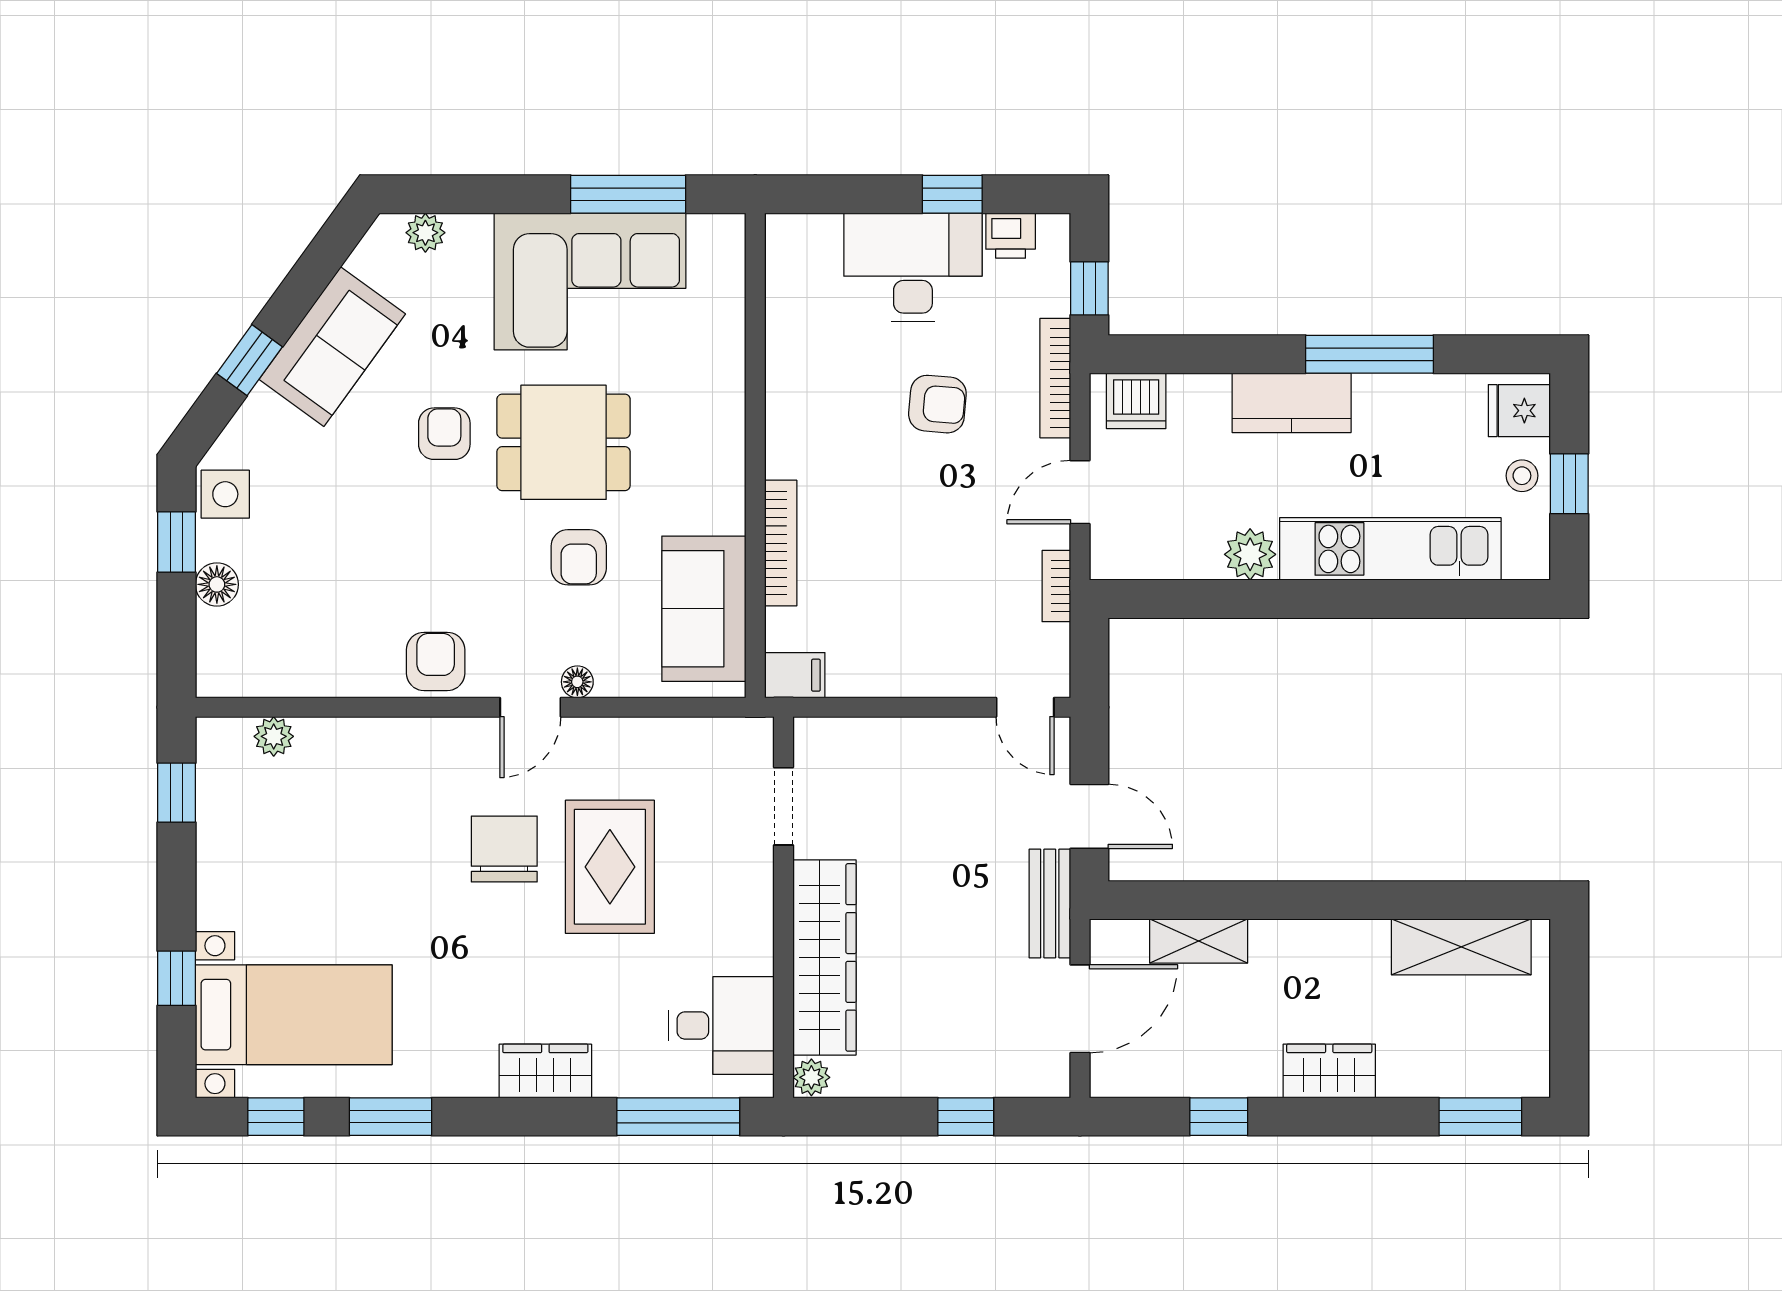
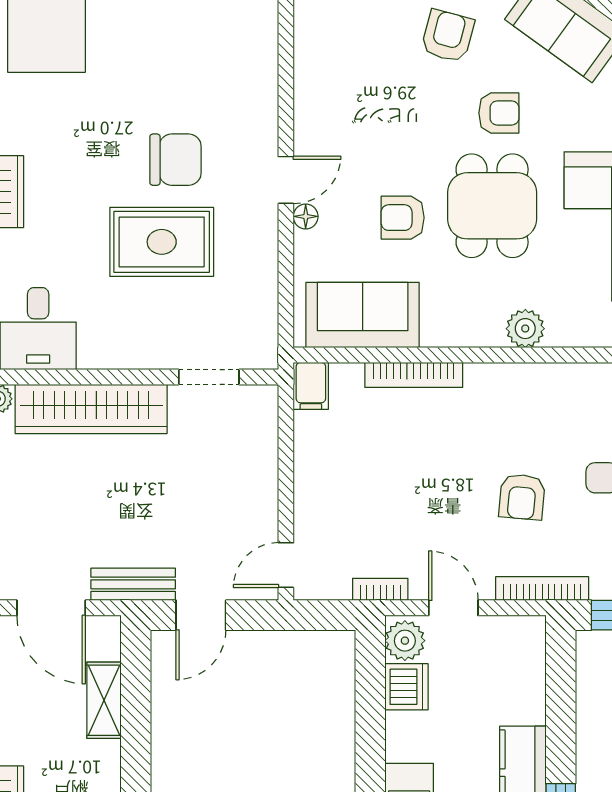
plant: (721, 400) -> (525, 329), added
dishwasher: (1136, 401) -> (406, 687), moved, turned 180
plant: (1250, 554) -> (405, 641), moved
armchair: (436, 661) -> (448, 36), moved, turned -75
door: (530, 707) -> (286, 180), swing flipped

